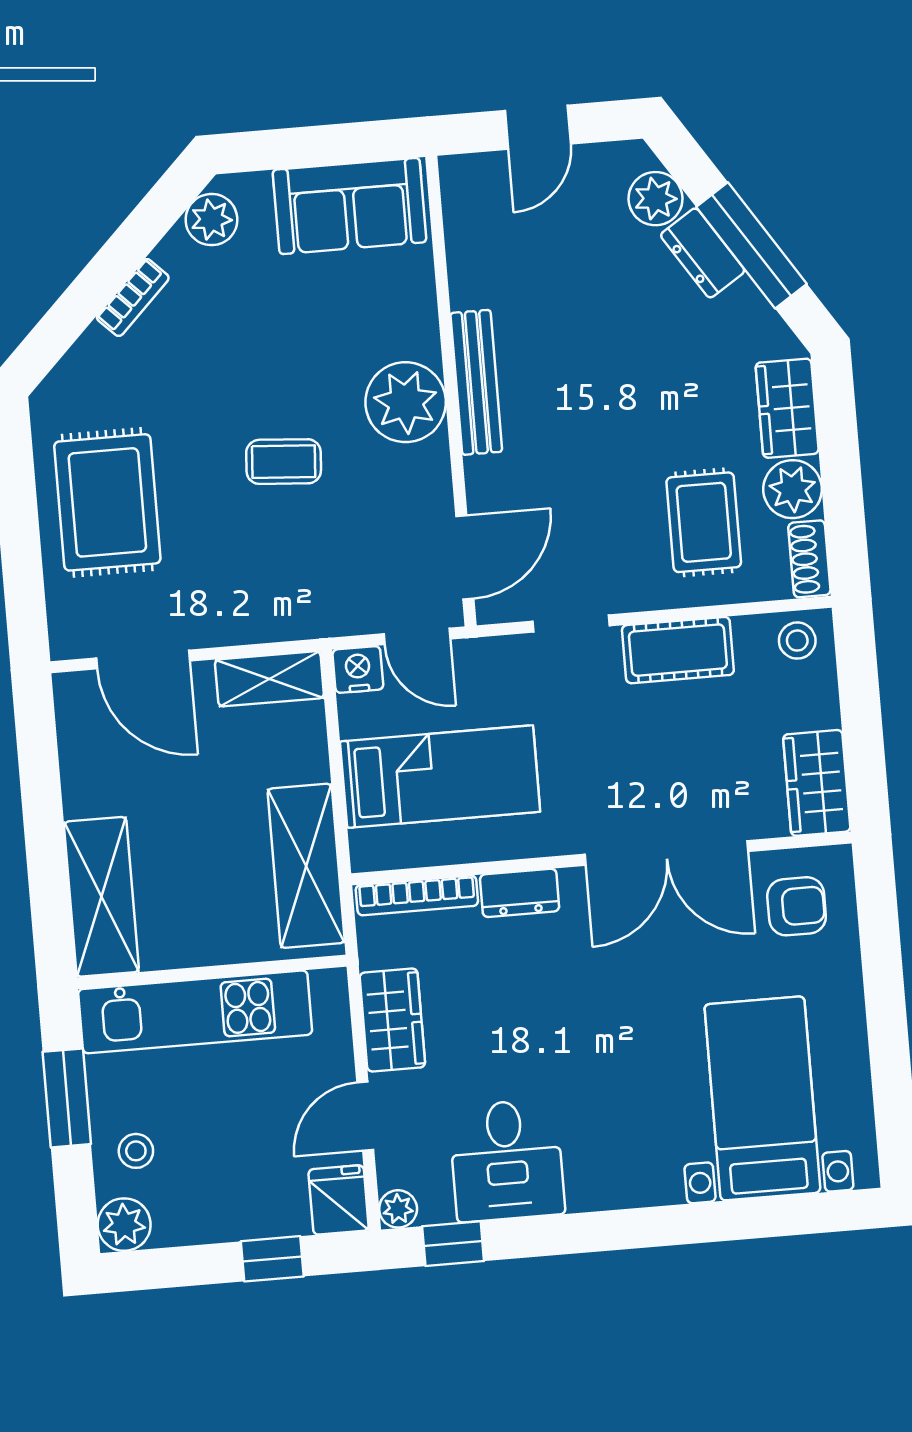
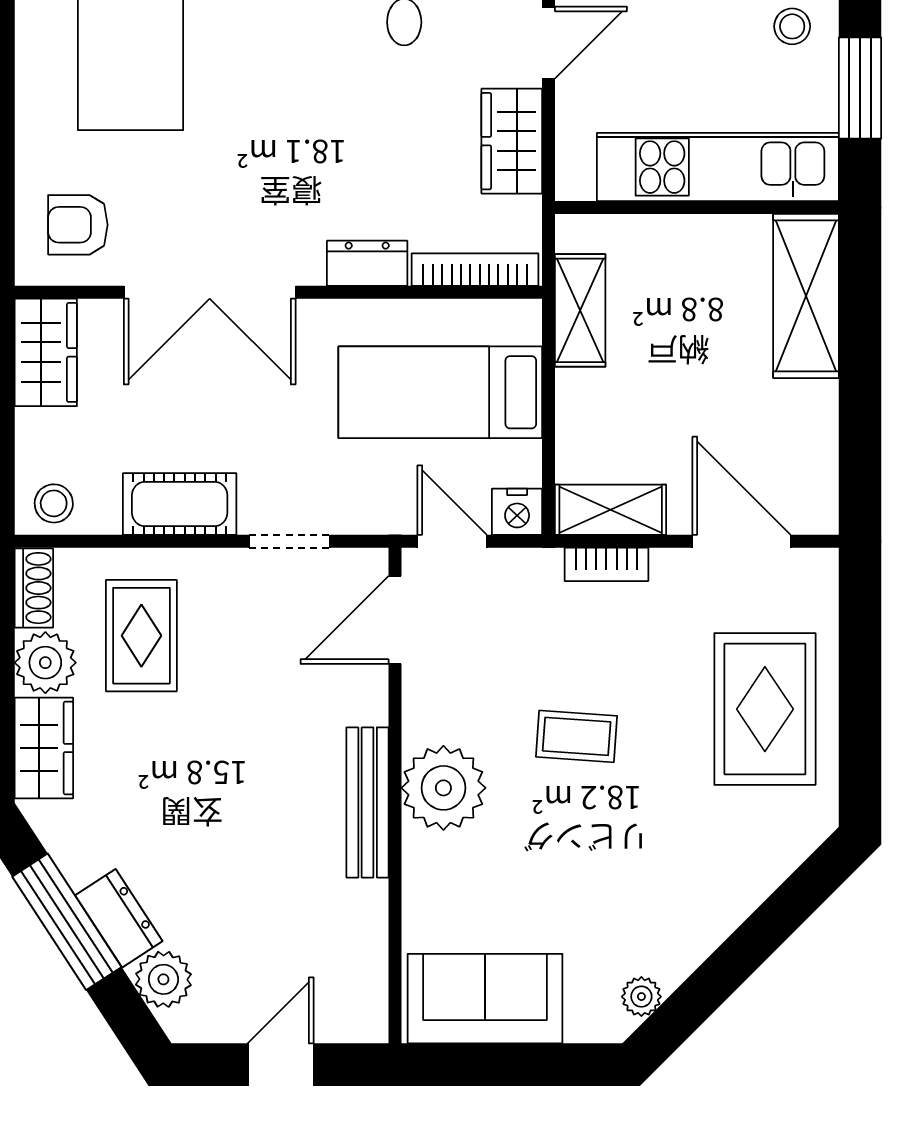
plant: (211, 220) -> (641, 997), width x0.73, depth x0.73
bookcase: (133, 298) -> (606, 564), moved, turned -135
double door: (666, 853) -> (210, 292), swing flipped
shelving: (306, 866) -> (580, 310), width x0.67, depth x0.75

